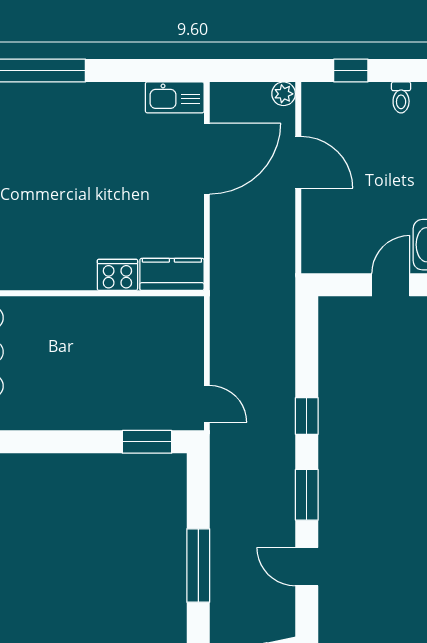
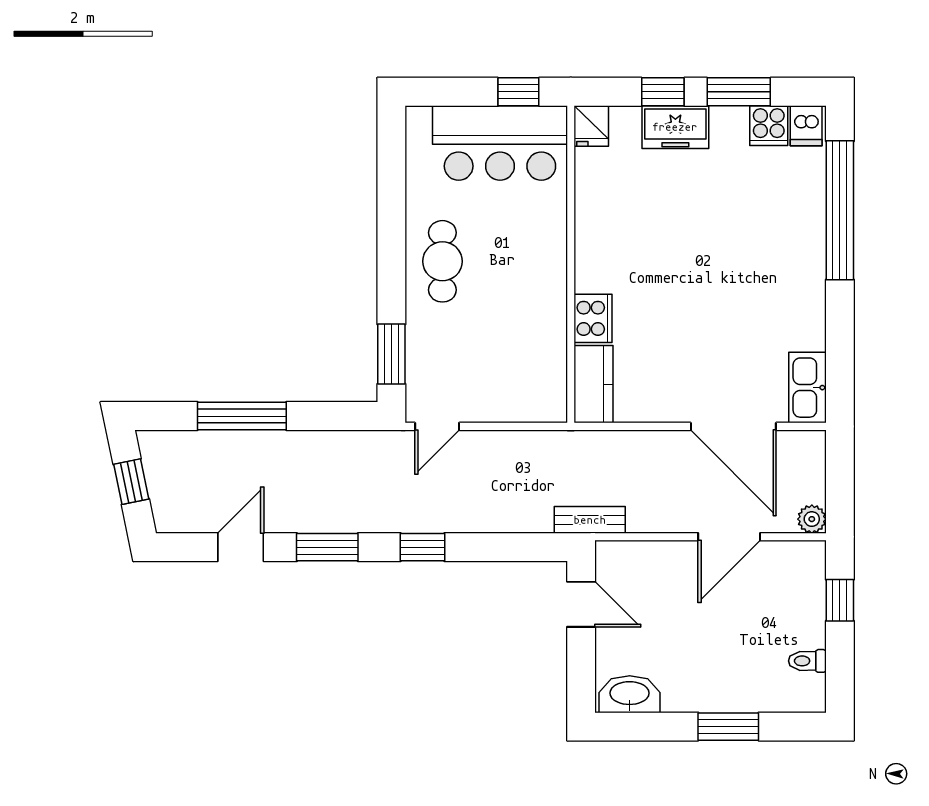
bench: (284, 278) -> (590, 520), added
door: (391, 285) -> (581, 604), moved
cafe table: (70, 400) -> (442, 261), added

